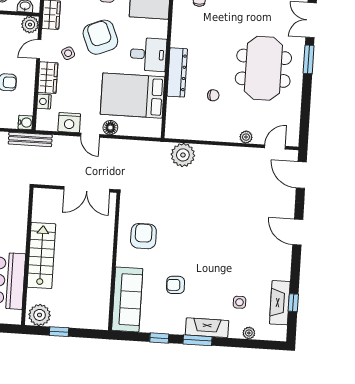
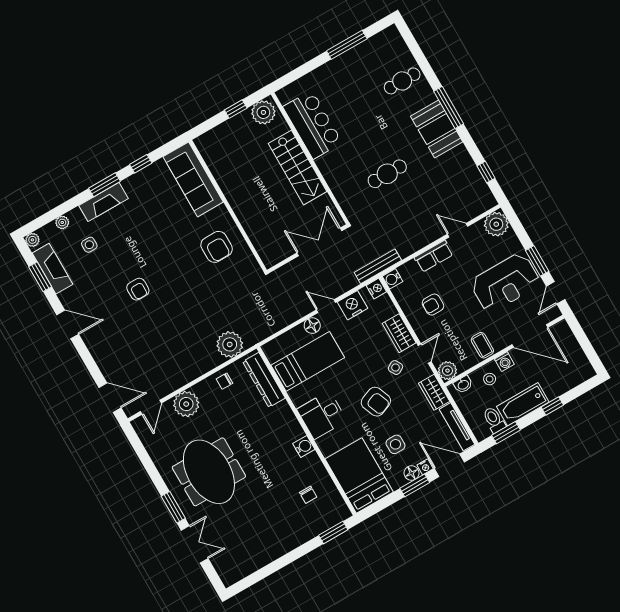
armchair: (100, 37) -> (376, 402), width x0.73, depth x0.73
water cooler: (178, 39) -> (304, 446), added
dresser: (177, 72) -> (264, 380), moved
chair: (213, 95) -> (224, 381), moved
bed: (132, 96) -> (308, 361), width x0.67
nightstand: (44, 101) -> (376, 289), moved
plant: (246, 137) -> (186, 404), width x1.88, depth x1.88
double door: (87, 189) -> (319, 242), moved
door: (298, 232) -> (68, 324), moved
armchair: (176, 285) -> (138, 289), moved, turned 93
window: (293, 303) -> (40, 277), width x1.50
plant: (280, 335) -> (32, 240), added

